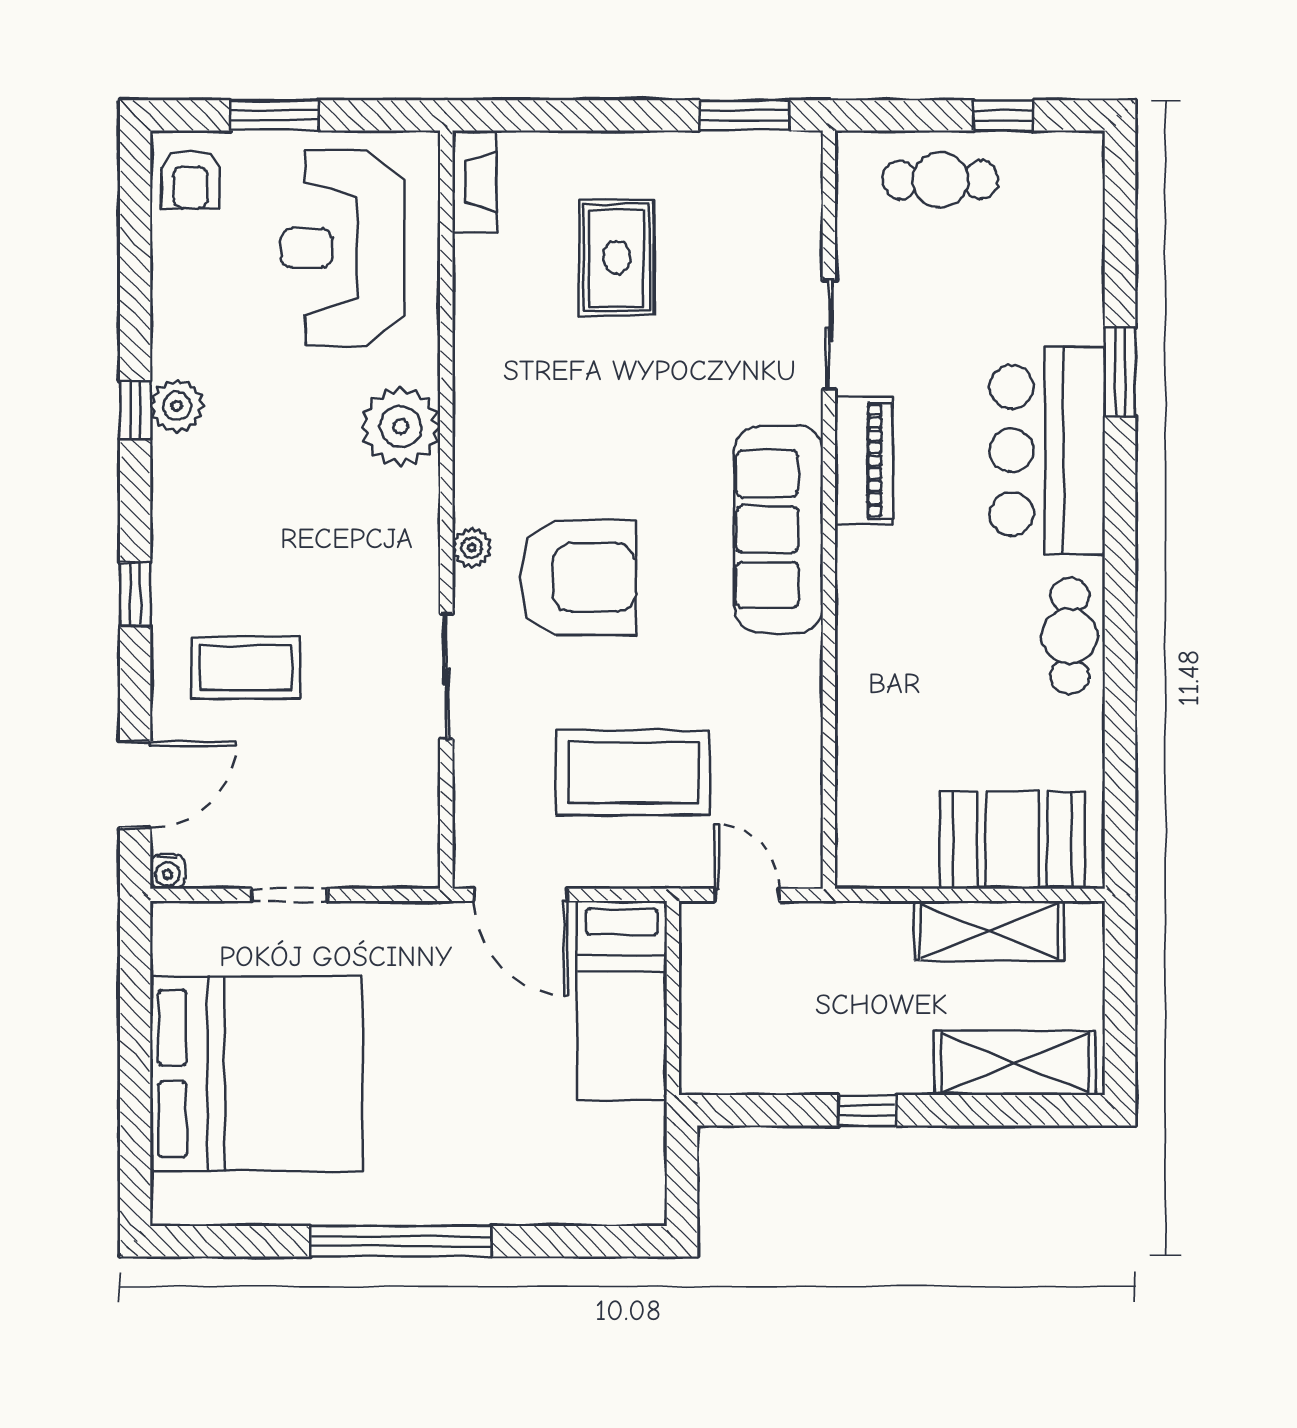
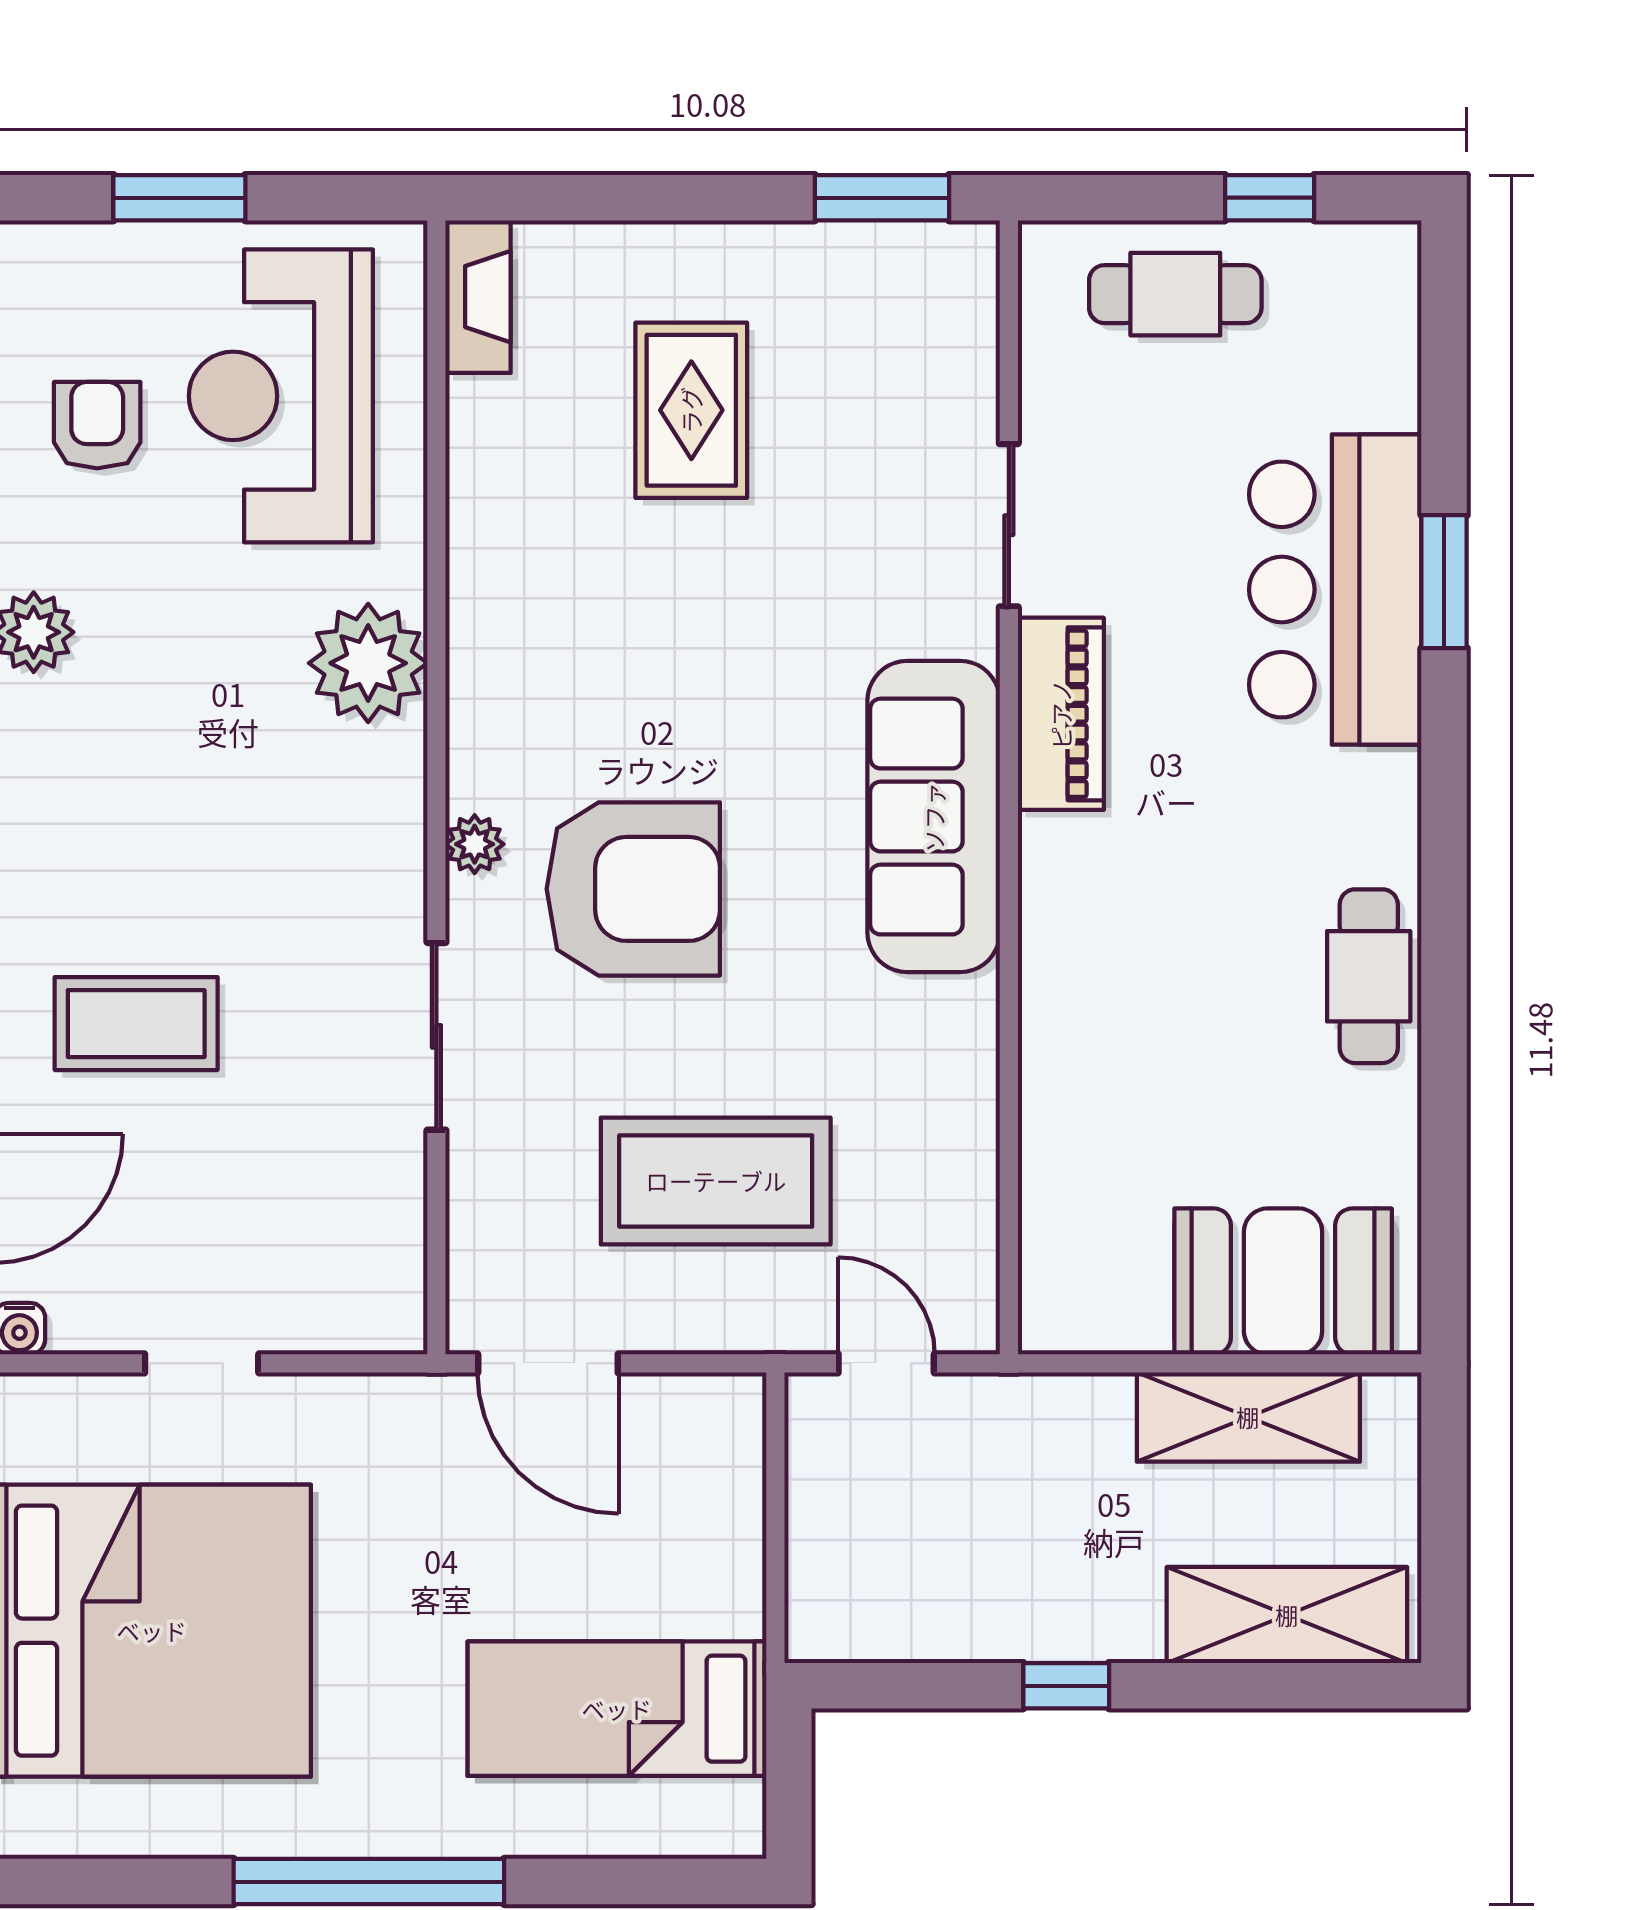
armchair: (191, 179) -> (97, 425), moved, turned 180
bar counter: (1047, 450) -> (1335, 589), moved
bed: (622, 1001) -> (617, 1709), moved, turned 90

